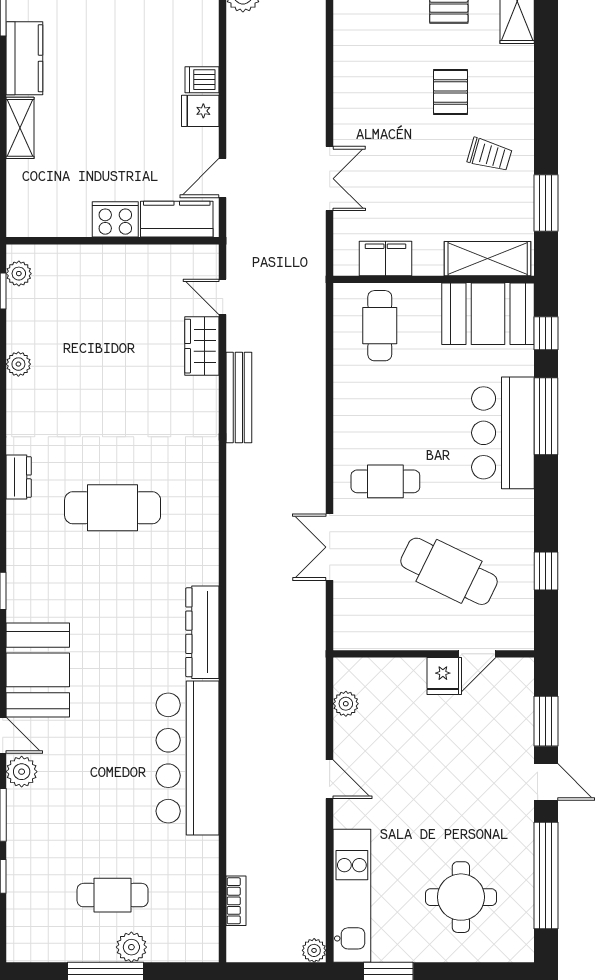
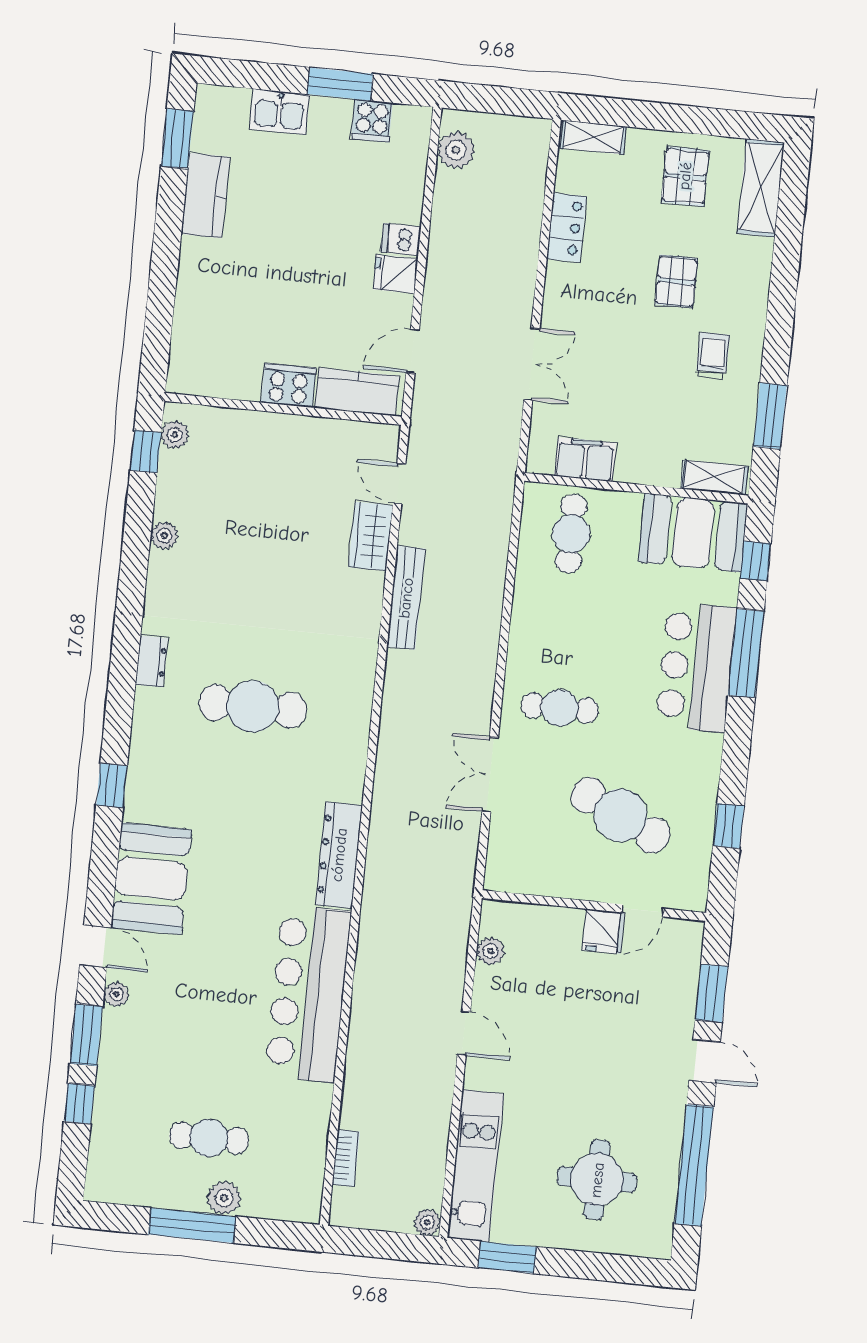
locker: (348, 54) -> (567, 228), added
shelving: (20, 128) -> (193, 273), removed
trolley: (490, 155) -> (713, 356), turned -106
shelving: (488, 259) -> (714, 478), width x0.67, depth x0.75
plant: (22, 772) -> (116, 994), width x0.73, depth x0.73

